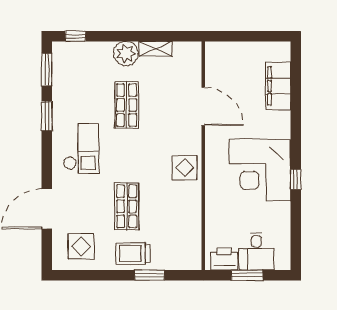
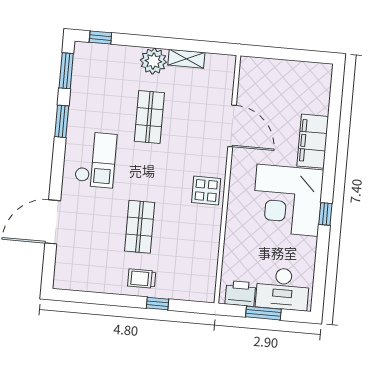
filing cabinet: (278, 86) -> (313, 141), moved
display table: (81, 246) -> (86, 266), removed
desk: (256, 252) -> (283, 289), width x1.37
trolley: (133, 254) -> (142, 278), width x0.73, depth x0.72
window: (149, 275) -> (158, 304), width x0.67

